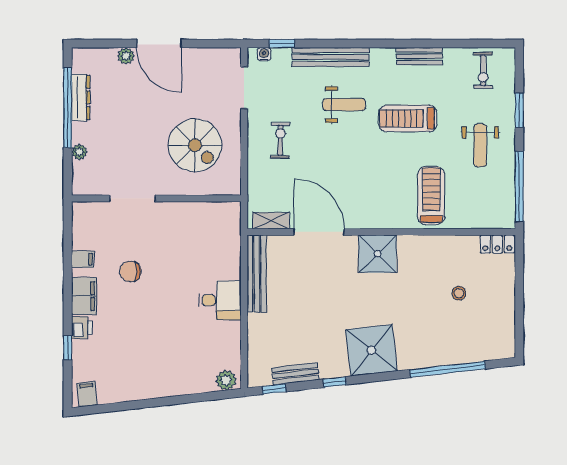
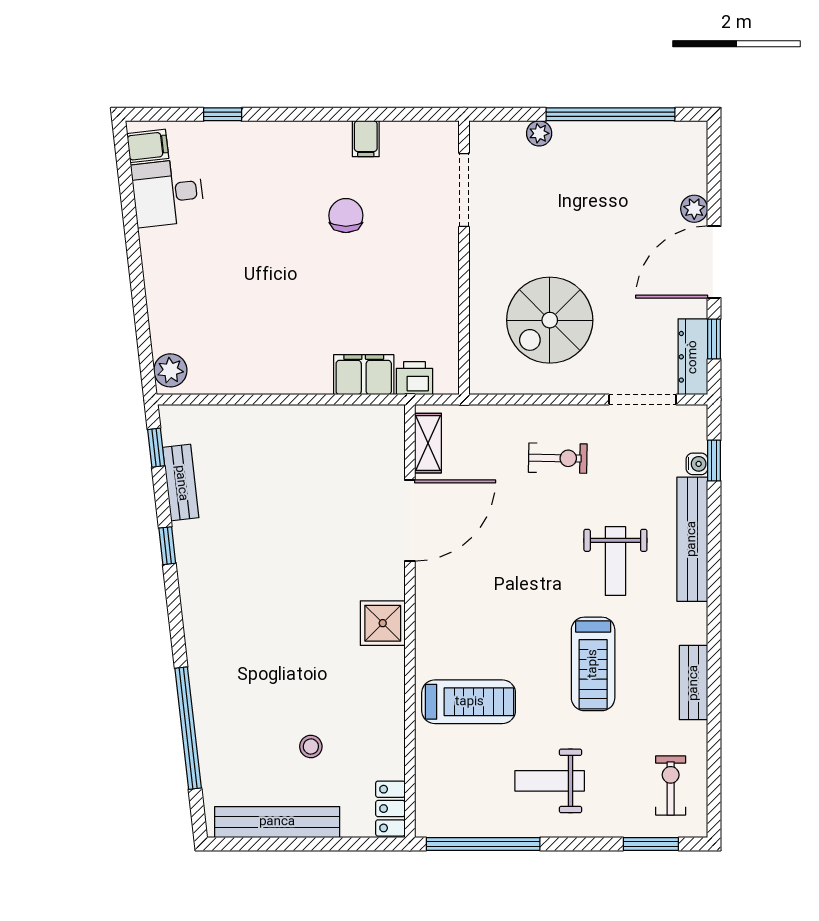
window: (207, 44) -> (714, 339), added
water cooler: (264, 54) -> (697, 464), moved
exercise bike: (483, 70) -> (671, 786), turned 90
dresser: (81, 97) -> (693, 357), moved, turned 90
window: (519, 110) -> (651, 844), moved
treadmill: (408, 118) -> (593, 664), turned 180
doorway: (132, 198) -> (464, 190), moved
shower: (378, 254) -> (383, 623), width x0.73, depth x0.73
bench: (257, 274) -> (277, 822), moved
filing cabinet: (84, 296) -> (364, 375), moved, turned 180
desk: (220, 300) -> (168, 193), moved, turned 83
printer: (82, 328) -> (414, 378), moved, turned 180
shower: (371, 350) -> (219, 605), removed

